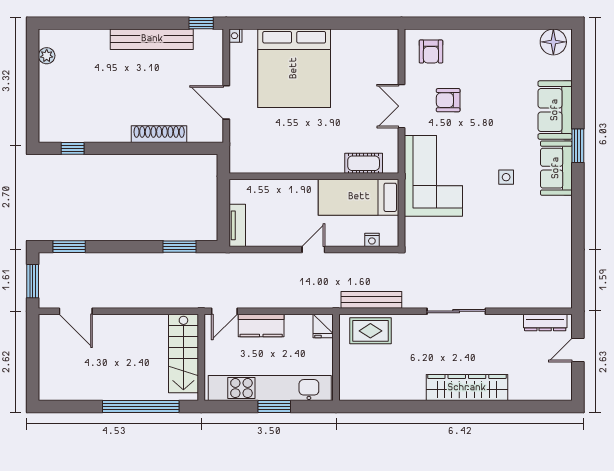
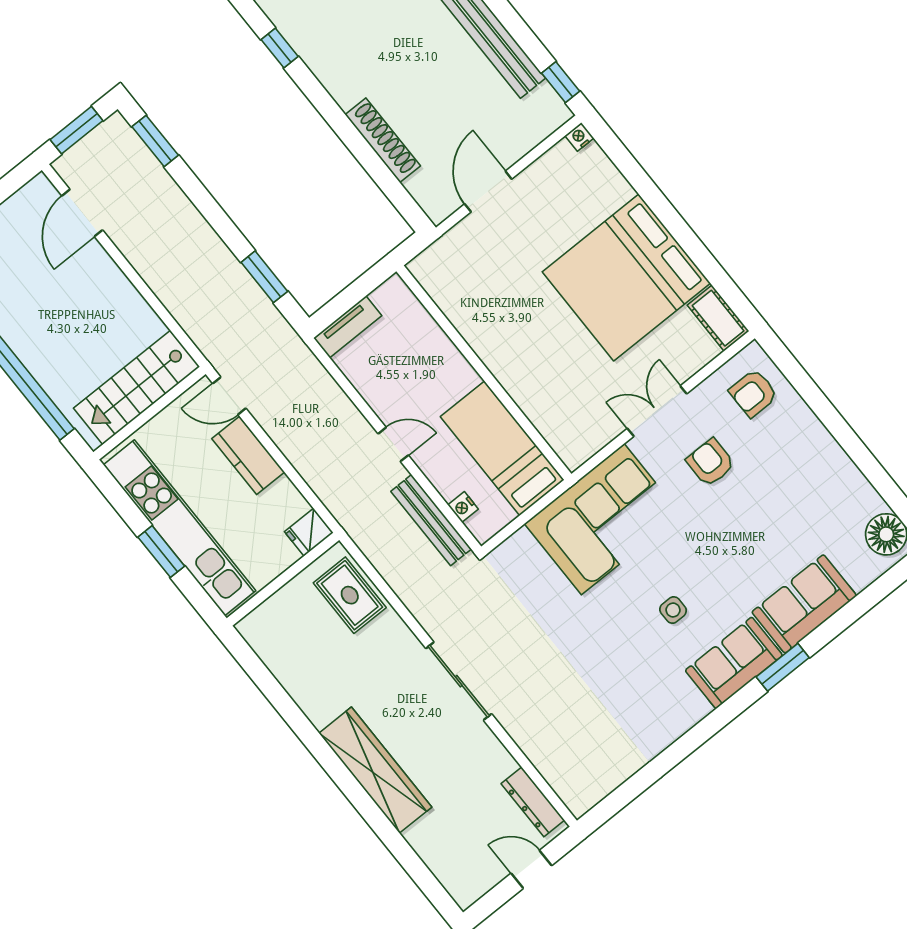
bed: (294, 68) -> (626, 277), moved
cot: (364, 163) -> (718, 318), moved
bench: (371, 300) -> (431, 520), moved

